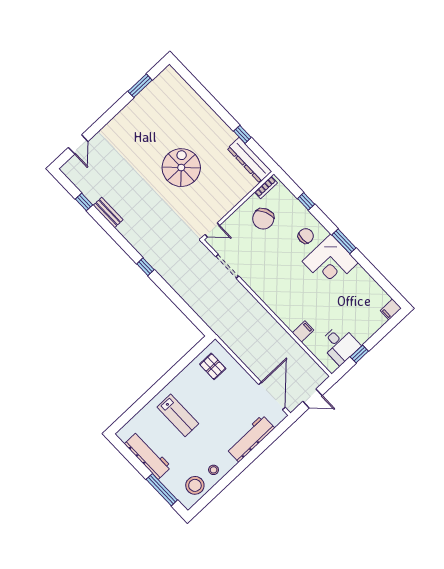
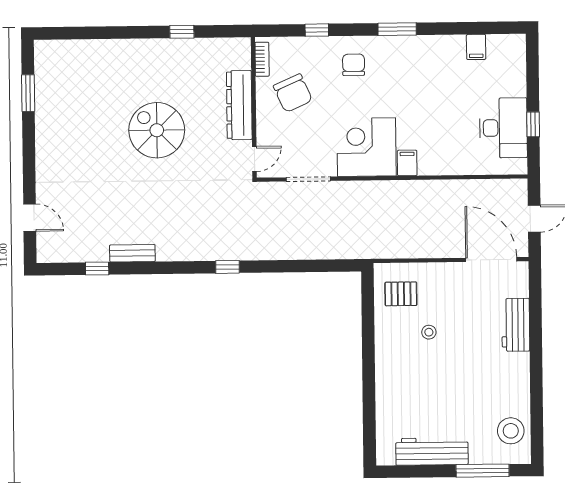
dresser: (249, 160) -> (239, 105), moved, turned 90
corner desk: (330, 262) -> (366, 147), moved, turned 180
filing cabinet: (391, 309) -> (476, 47), moved
filing cabinet: (303, 332) -> (407, 163), moved
desk: (340, 345) -> (503, 128), width x1.37
lab bench: (178, 415) -> (419, 380), removed
workbench: (251, 439) -> (516, 325), width x0.73
stool: (214, 470) -> (429, 332), moved

